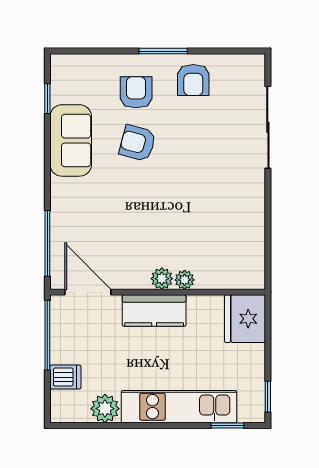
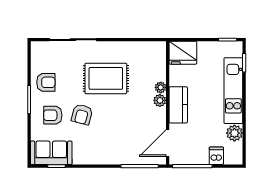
sofa: (71, 140) -> (51, 153), moved
rug: (200, 185) -> (106, 78), added

